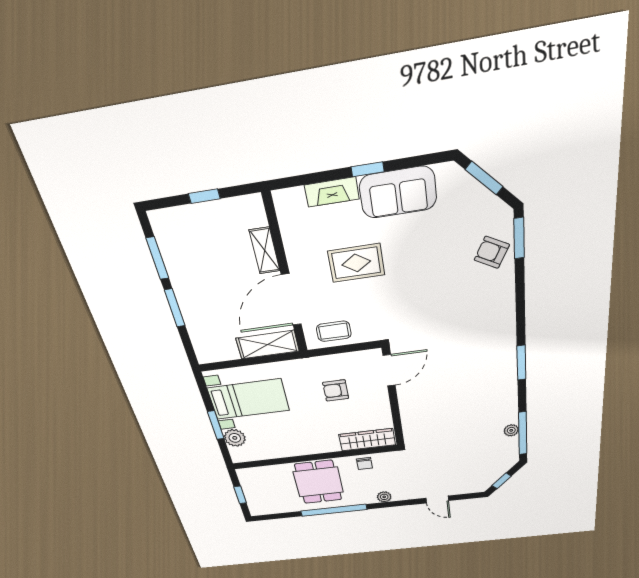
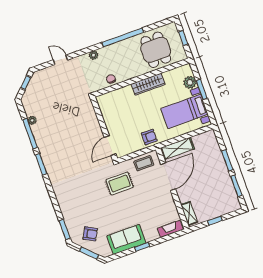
fireplace: (332, 192) -> (170, 229), moved
shelving: (265, 251) -> (189, 213), moved
armchair: (492, 252) -> (90, 234), moved
rug: (356, 263) -> (120, 184), moved
armchair: (336, 390) -> (149, 137), moved
window: (523, 433) -> (30, 134), moved
wardrobe: (367, 440) -> (148, 84), moved
dining table: (318, 482) -> (156, 50), moved

